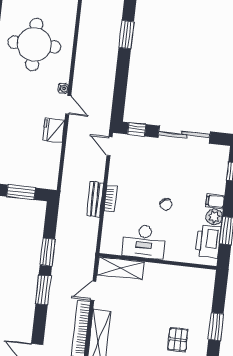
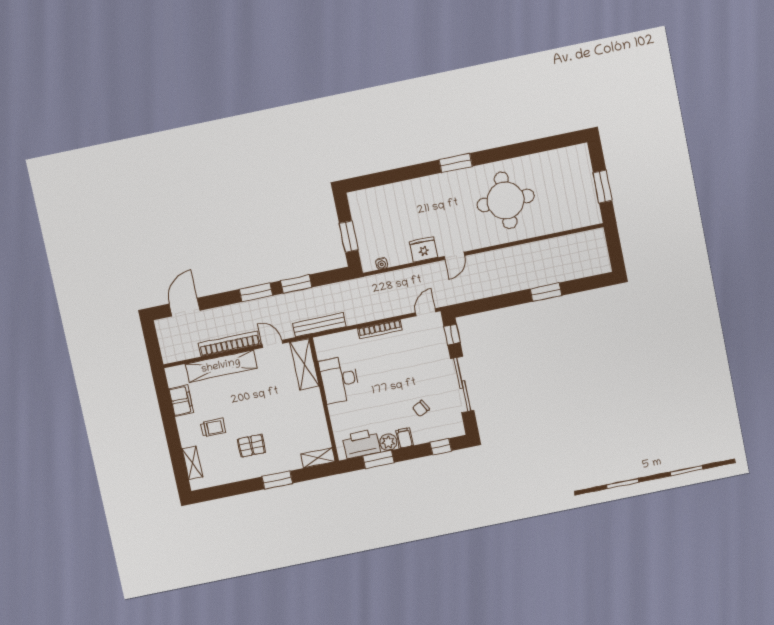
water cooler: (63, 88) -> (382, 263), moved
bench: (95, 199) -> (319, 325), moved, width x1.36
bookcase: (111, 199) -> (380, 329), width x1.56
chair: (166, 204) -> (421, 408), moved
shelving: (208, 284) -> (318, 458), added

